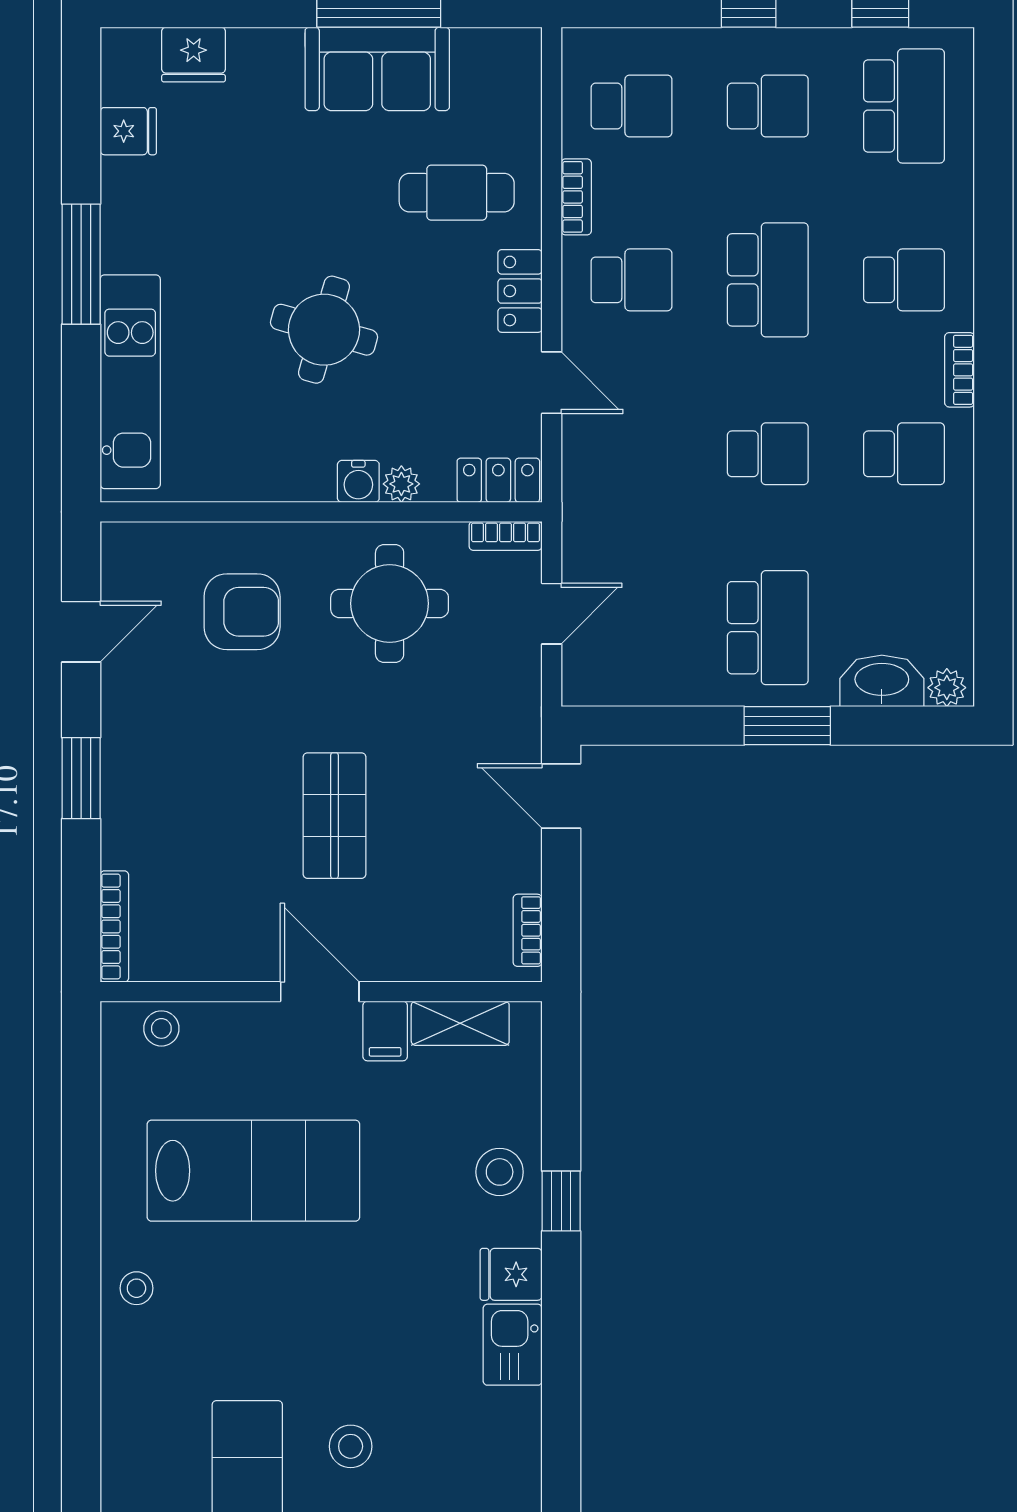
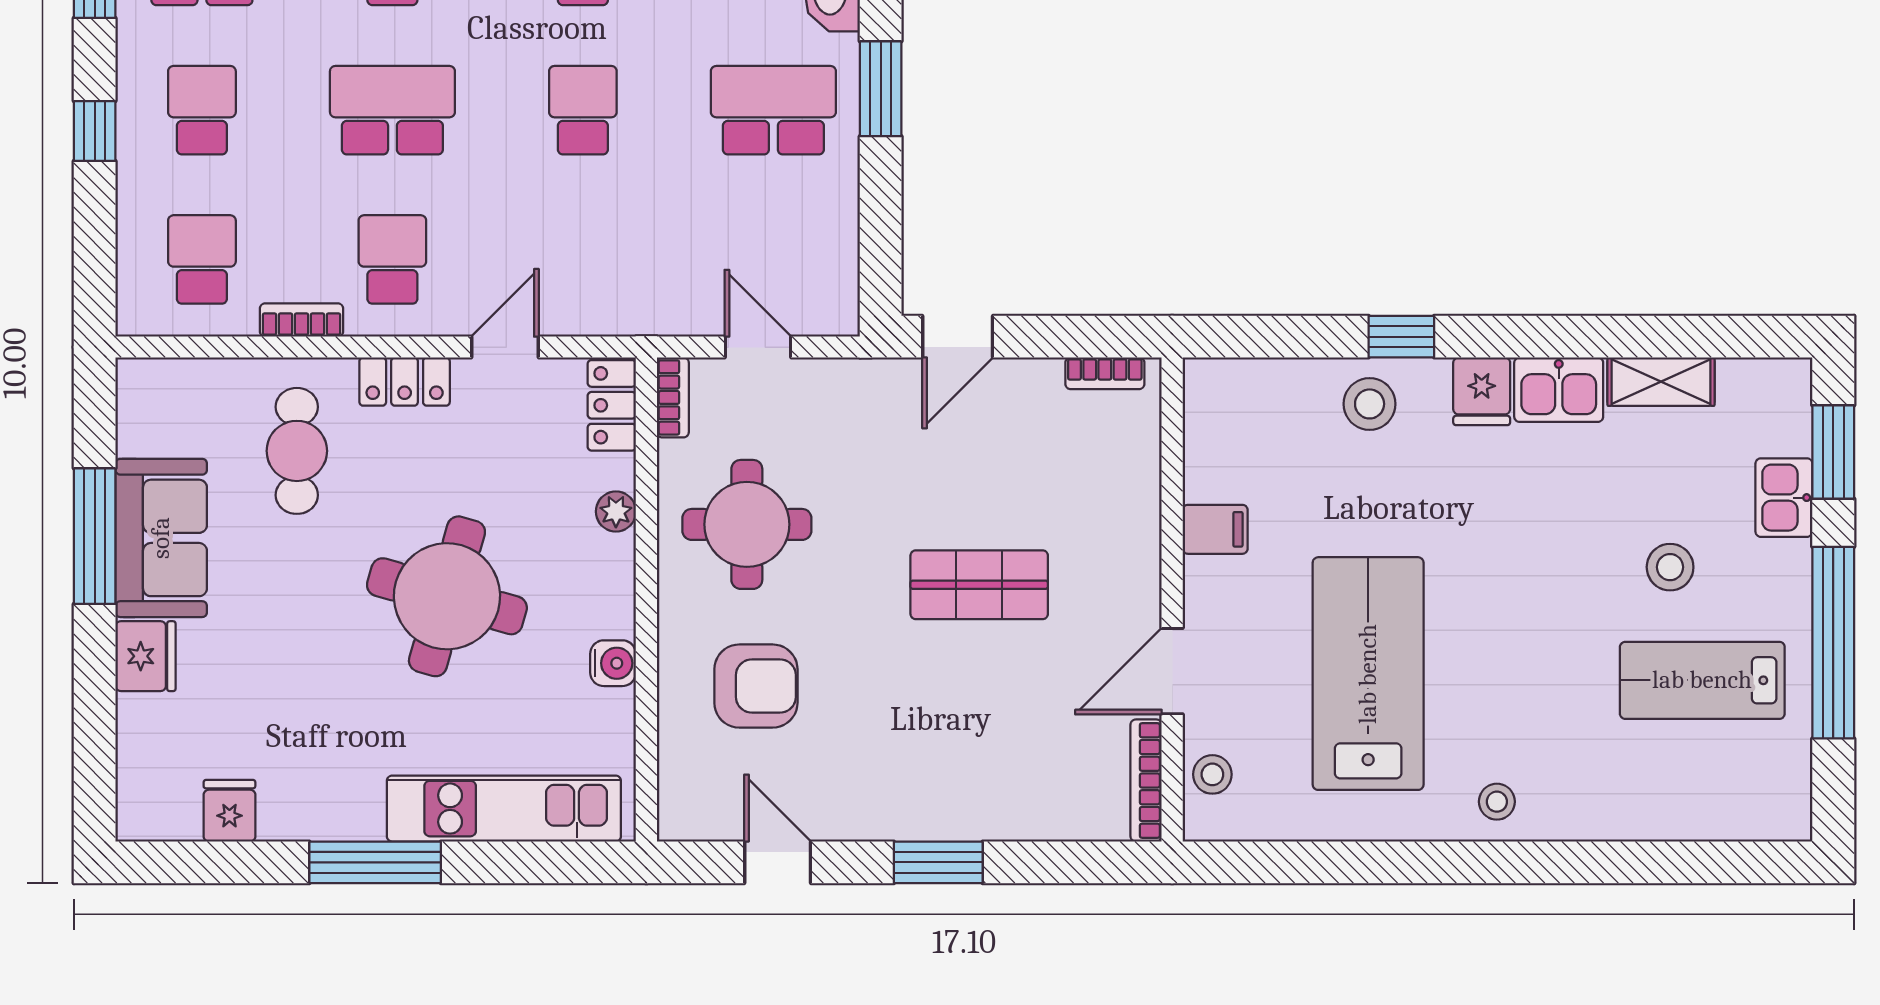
fridge: (194, 55) -> (146, 656), moved
round table: (324, 330) -> (447, 596), width x1.36, depth x1.36
water cooler: (358, 481) -> (613, 663), moved
armchair: (242, 612) -> (756, 686), turned 90
bookcase: (114, 926) -> (1146, 781), moved, turned -90
door: (320, 992) -> (1172, 671), moved
shelving: (460, 1023) -> (1661, 382), moved, turned 90

